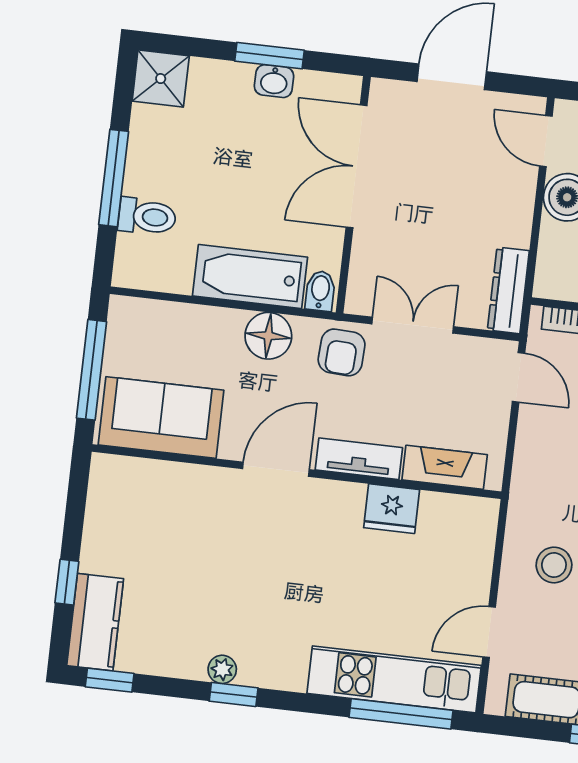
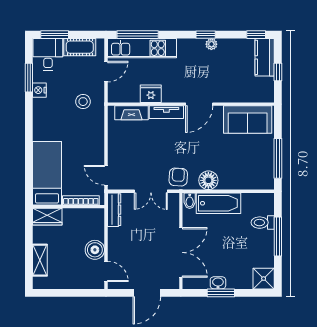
sofa: (161, 417) -> (248, 120), moved
tv unit: (359, 459) -> (166, 112), moved
fireplace: (445, 467) -> (131, 113), moved
door: (276, 469) -> (199, 104), moved
wall: (297, 472) -> (191, 104), moved
fridge: (392, 509) -> (151, 94), moved

